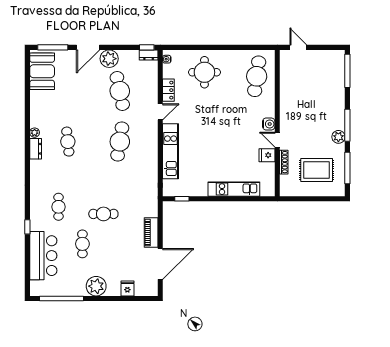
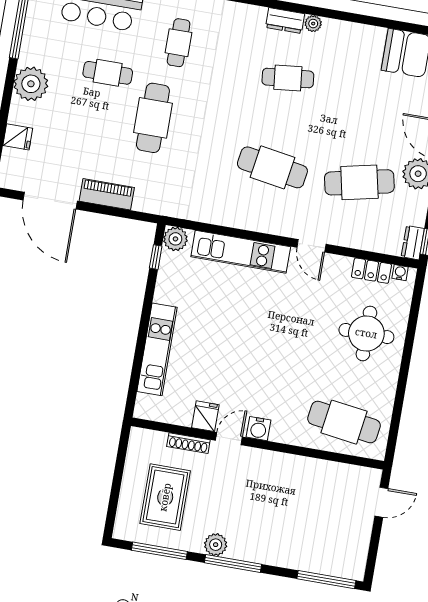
locker: (168, 90) -> (371, 271), moved
plant: (170, 189) -> (175, 239), added
cafe table: (58, 207) -> (179, 43), turned 90
cafe table: (103, 214) -> (153, 118), width x1.37, depth x1.35

